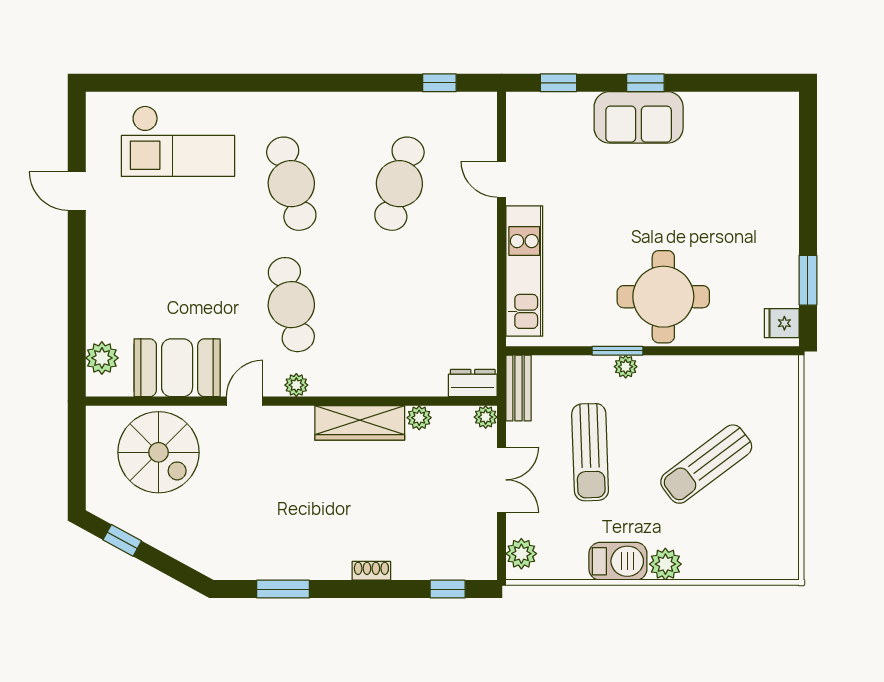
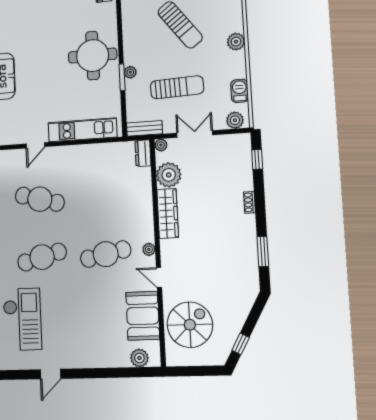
plant: (419, 418) -> (169, 175), width x1.87, depth x1.87
barbecue: (618, 561) -> (240, 91), moved, width x0.73, depth x0.79

